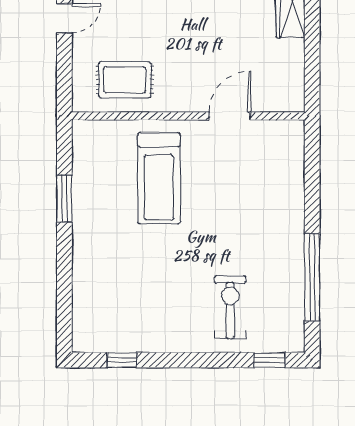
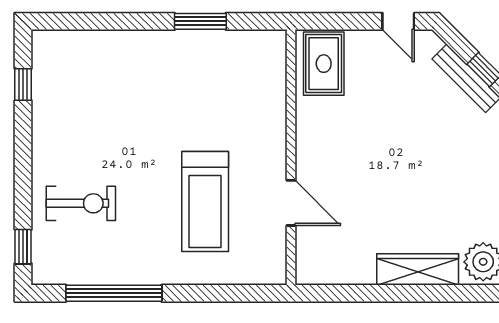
rug: (125, 80) -> (324, 64), moved
treadmill: (159, 178) -> (205, 201), moved, turned -90

